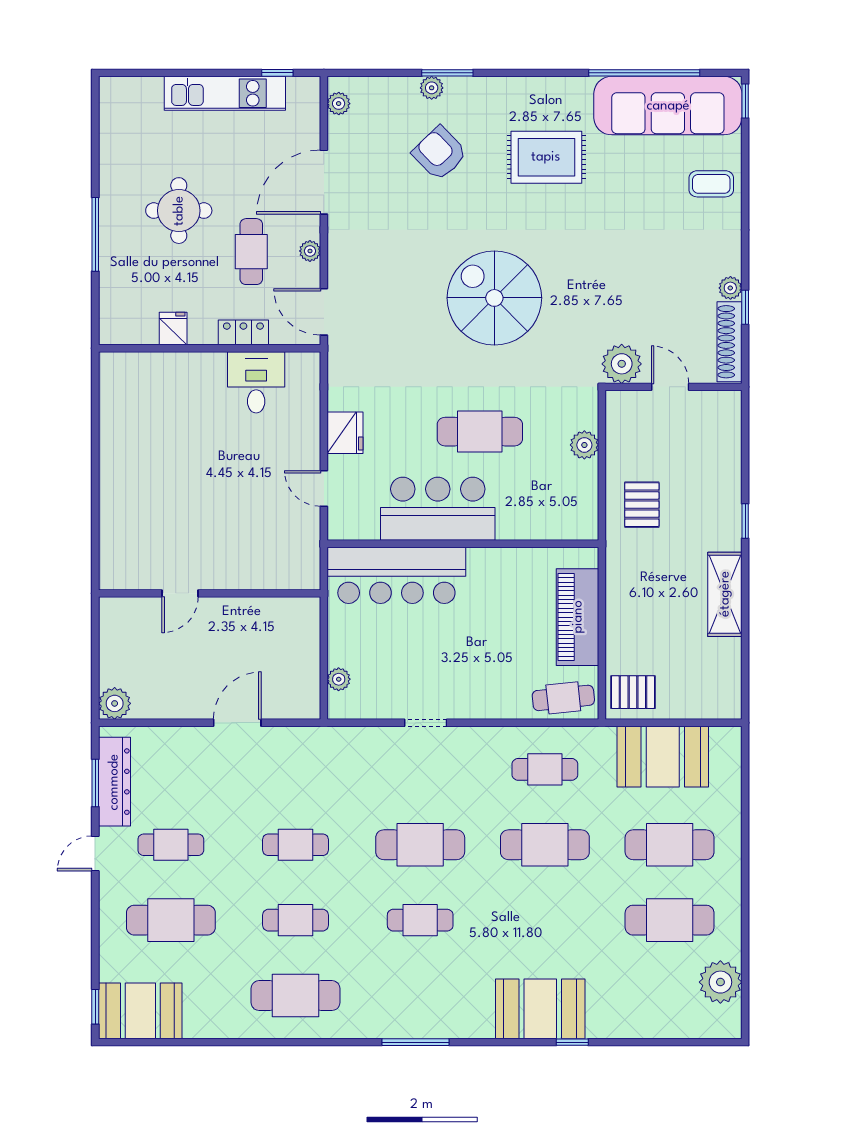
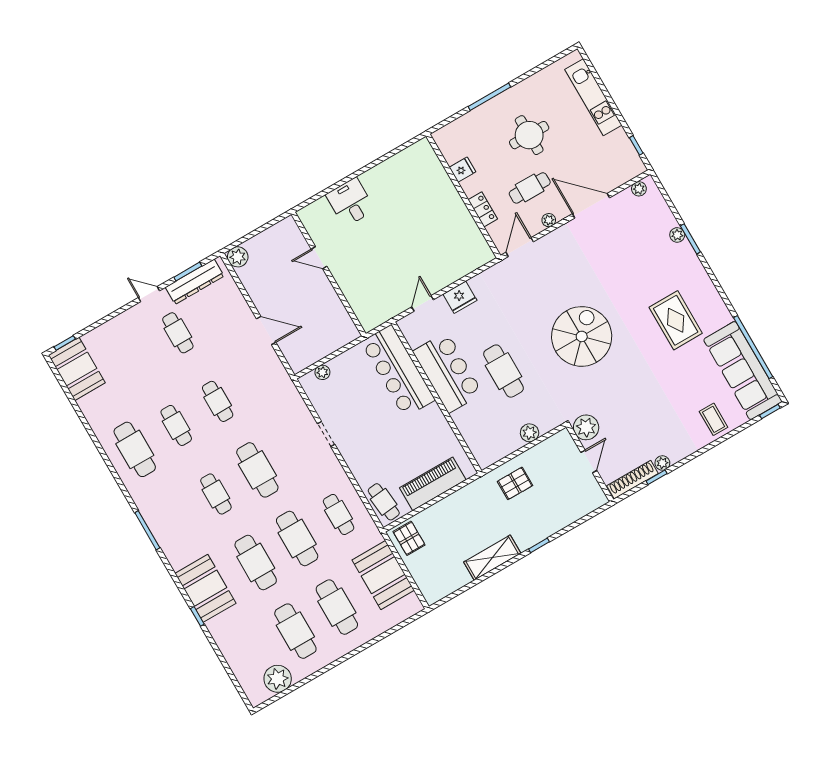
kitchen unit: (225, 93) -> (593, 97), moved
armchair: (440, 153) -> (644, 260), removed
desk: (256, 382) -> (350, 202), moved, turned -90
cafe table: (171, 920) -> (256, 563), moved

